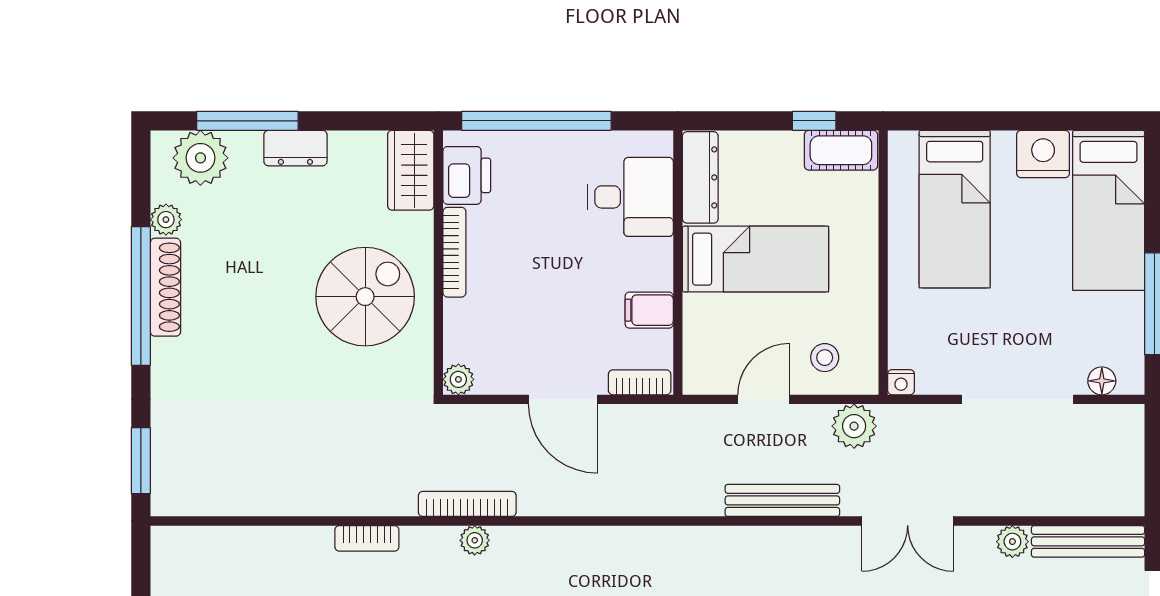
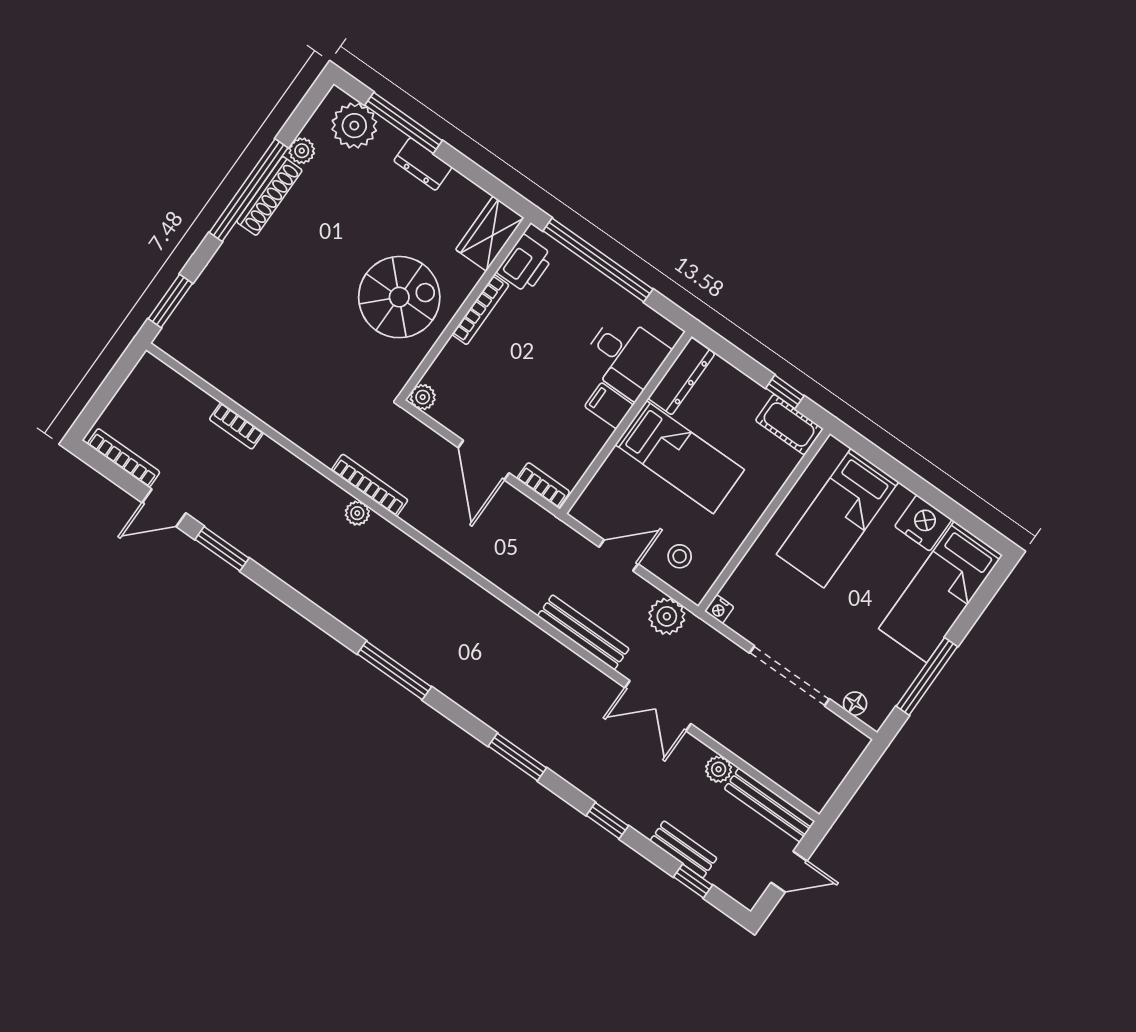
filing cabinet: (649, 310) -> (609, 406), moved
bookcase: (367, 538) -> (236, 426), moved

